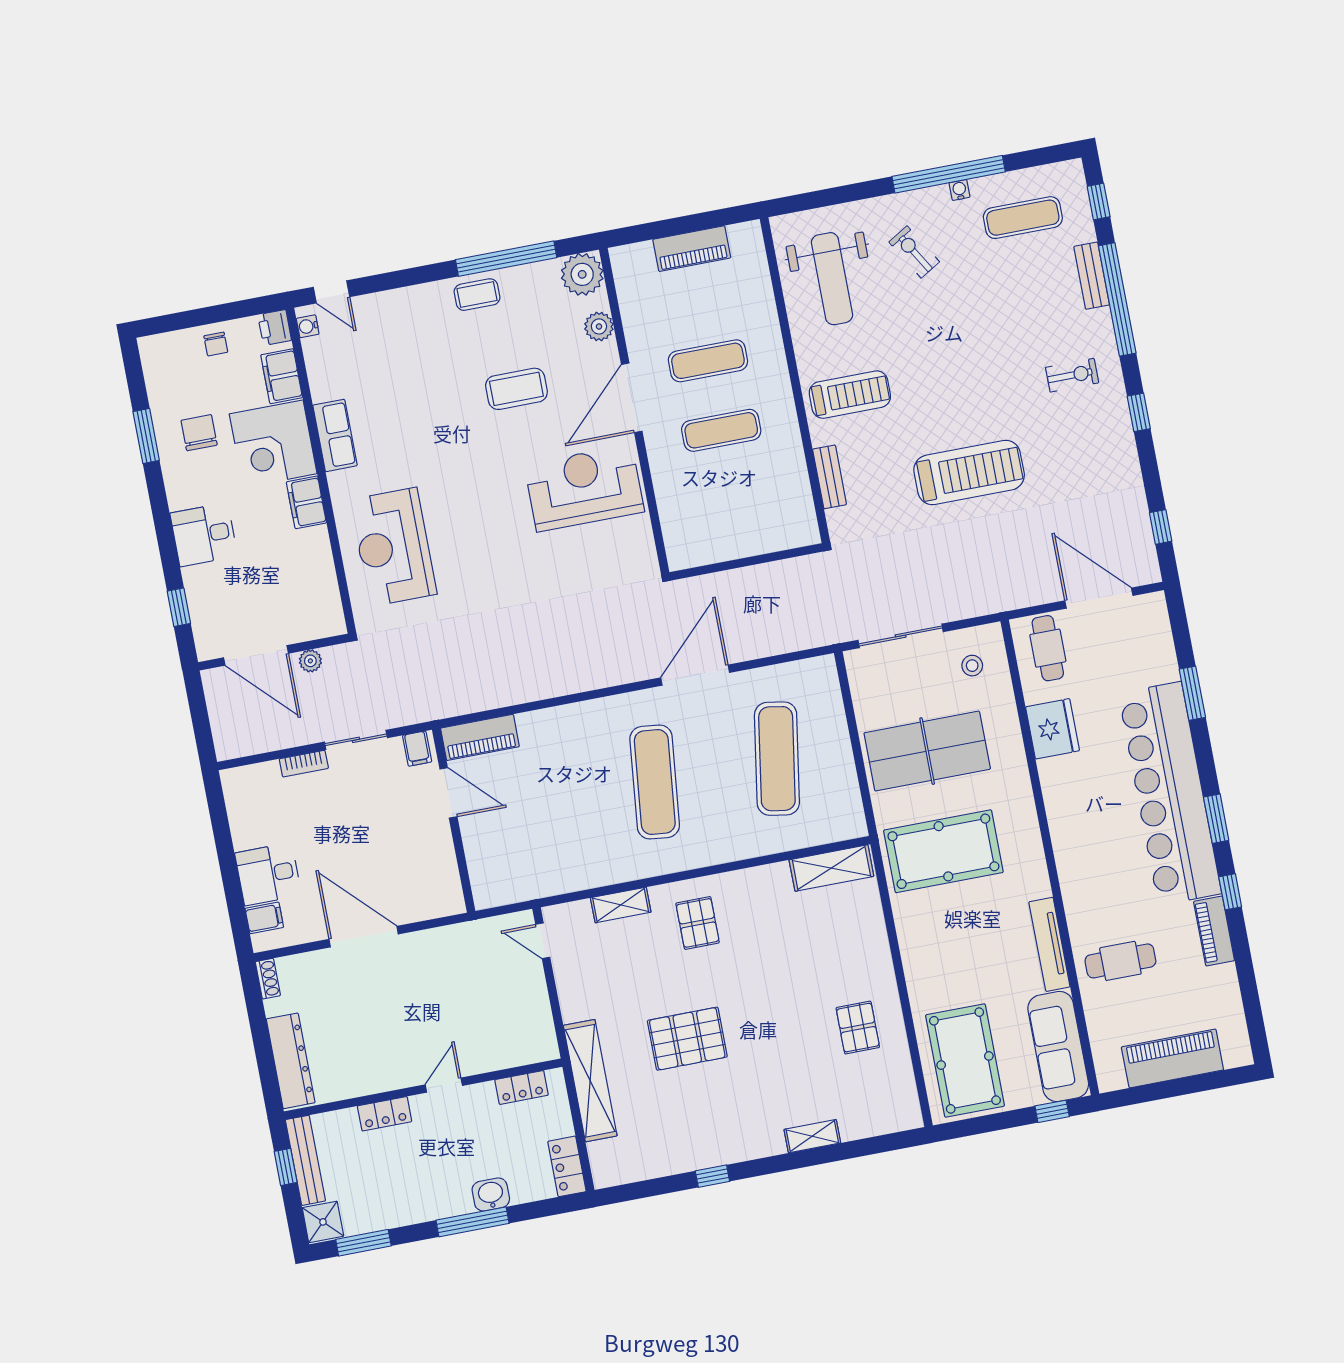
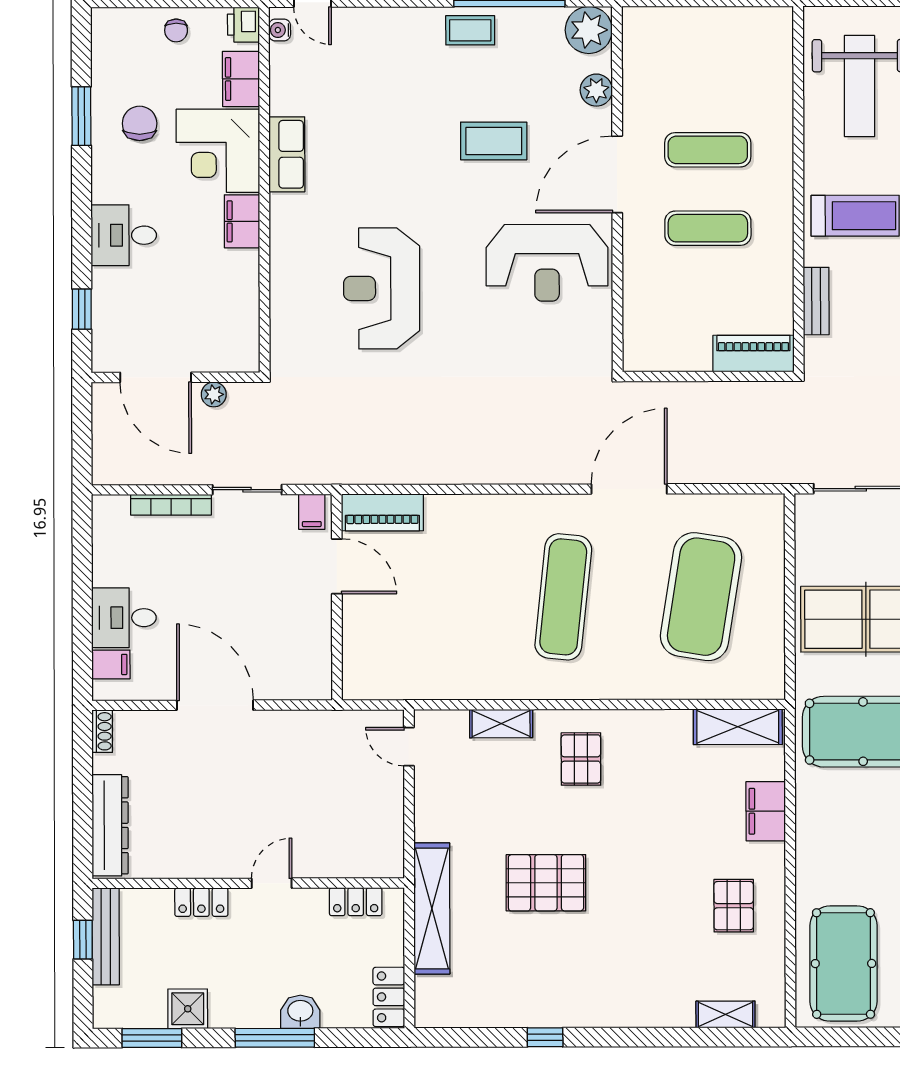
piano: (692, 249) -> (753, 353), moved, turned 180
reception desk: (584, 488) -> (547, 263), turned 180
reception desk: (393, 547) -> (382, 288), moved
exercise mat: (777, 759) -> (701, 597), width x1.47
bookcase: (304, 764) -> (171, 505), width x1.56
filing cabinet: (870, 938) -> (766, 811), added
shelving: (812, 1136) -> (725, 1014), moved
shower: (323, 1222) -> (188, 1009), moved

